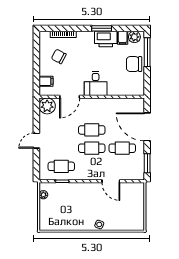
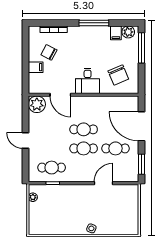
window: (102, 28) -> (94, 23), width x1.44
printer: (106, 39) -> (98, 34), removed
chair: (134, 64) -> (118, 75), moved, turned -113
filing cabinet: (46, 81) -> (36, 67), moved
door: (70, 97) -> (60, 95), hinge flipped
door: (36, 141) -> (26, 141), hinge flipped
door: (111, 181) -> (104, 183), swing flipped

